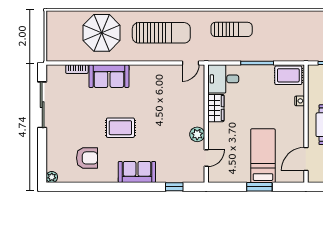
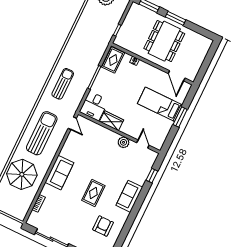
sofa: (109, 76) -> (59, 173), moved

